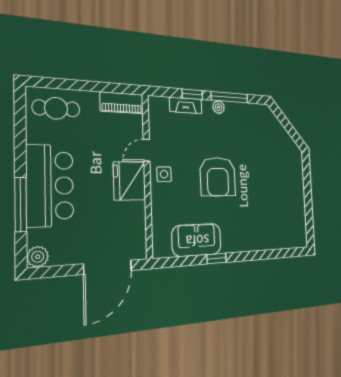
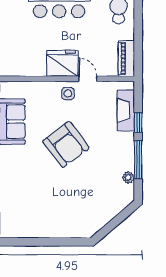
fireplace: (186, 105) -> (126, 110), width x1.37, depth x1.32
plant: (219, 107) -> (128, 178), moved
armchair: (218, 177) -> (66, 144), turned -127

